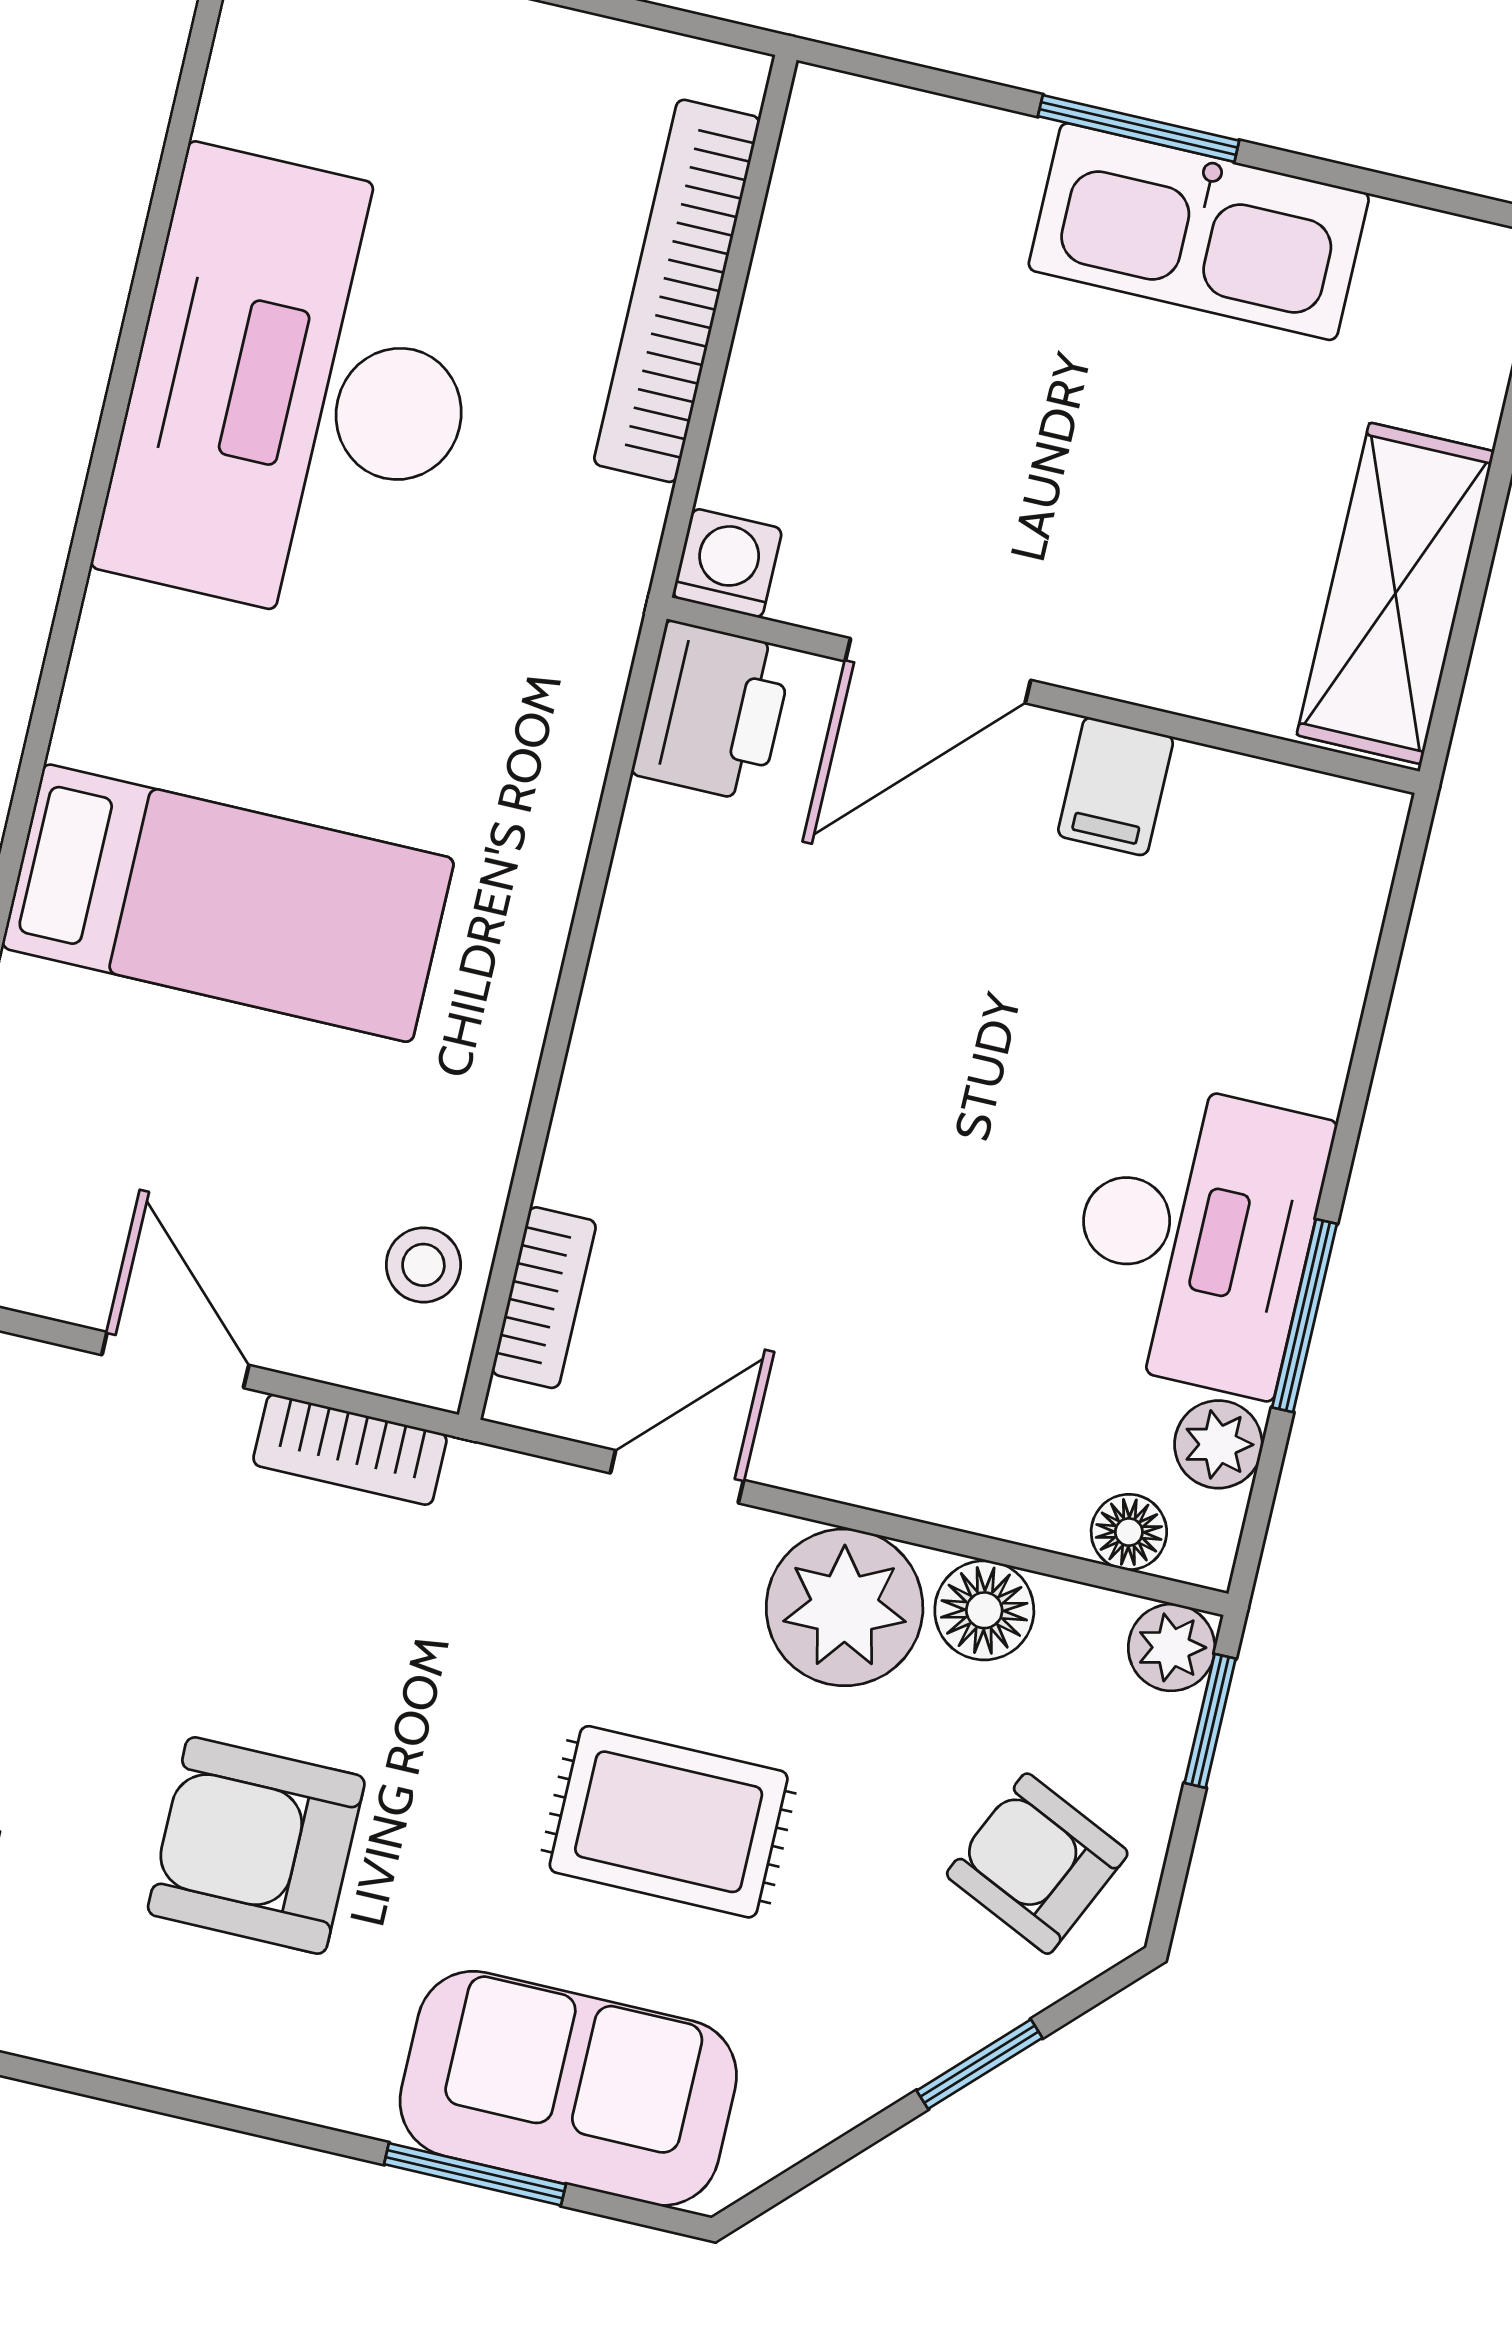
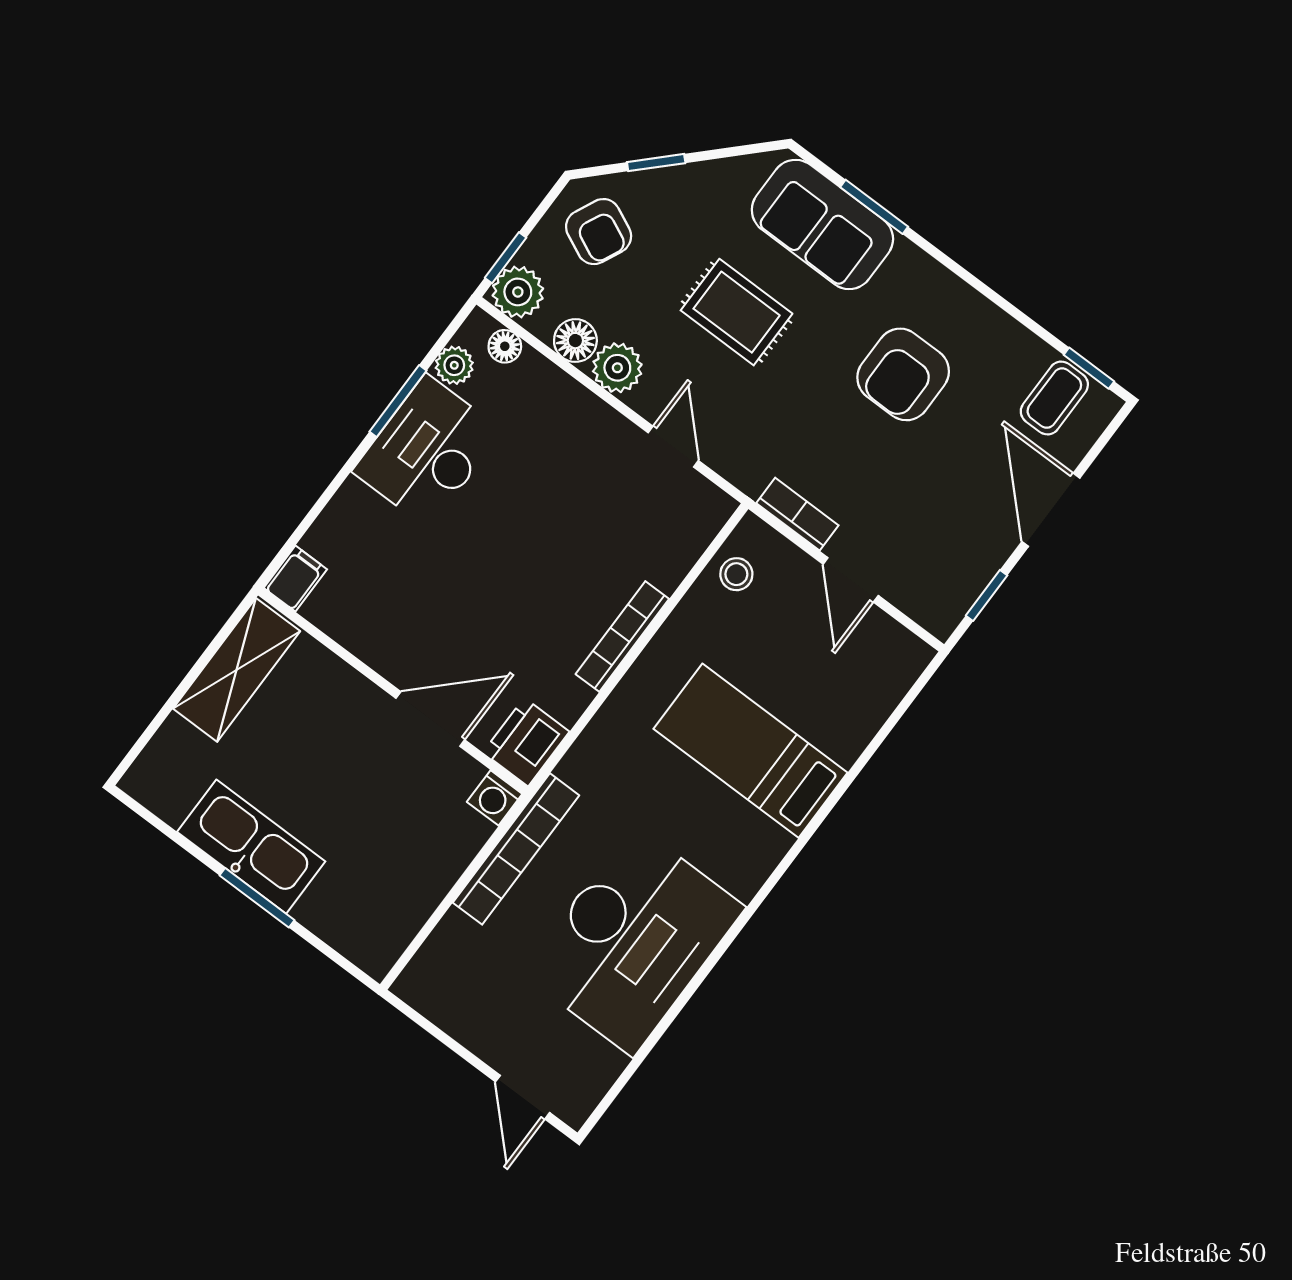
bookcase: (677, 291) -> (516, 849), moved
filing cabinet: (1116, 786) -> (295, 579), moved
bookcase: (544, 1298) -> (622, 637), moved, width x1.56
door: (677, 1477) -> (673, 447), swing flipped
plant: (845, 1607) -> (617, 368), width x0.73, depth x0.73
plant: (1172, 1647) -> (518, 292), width x1.38, depth x1.38
armchair: (256, 1845) -> (903, 374), turned 90

